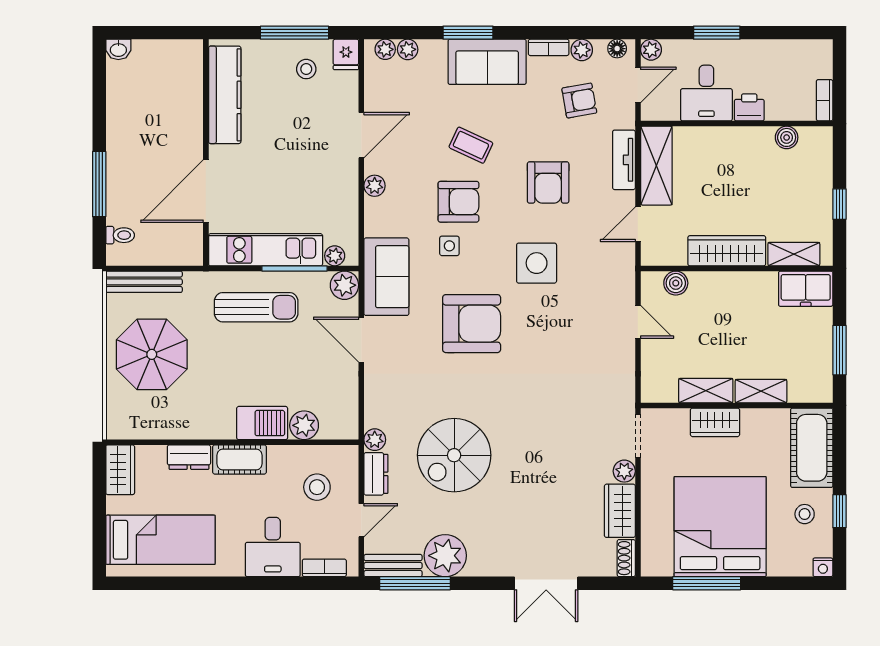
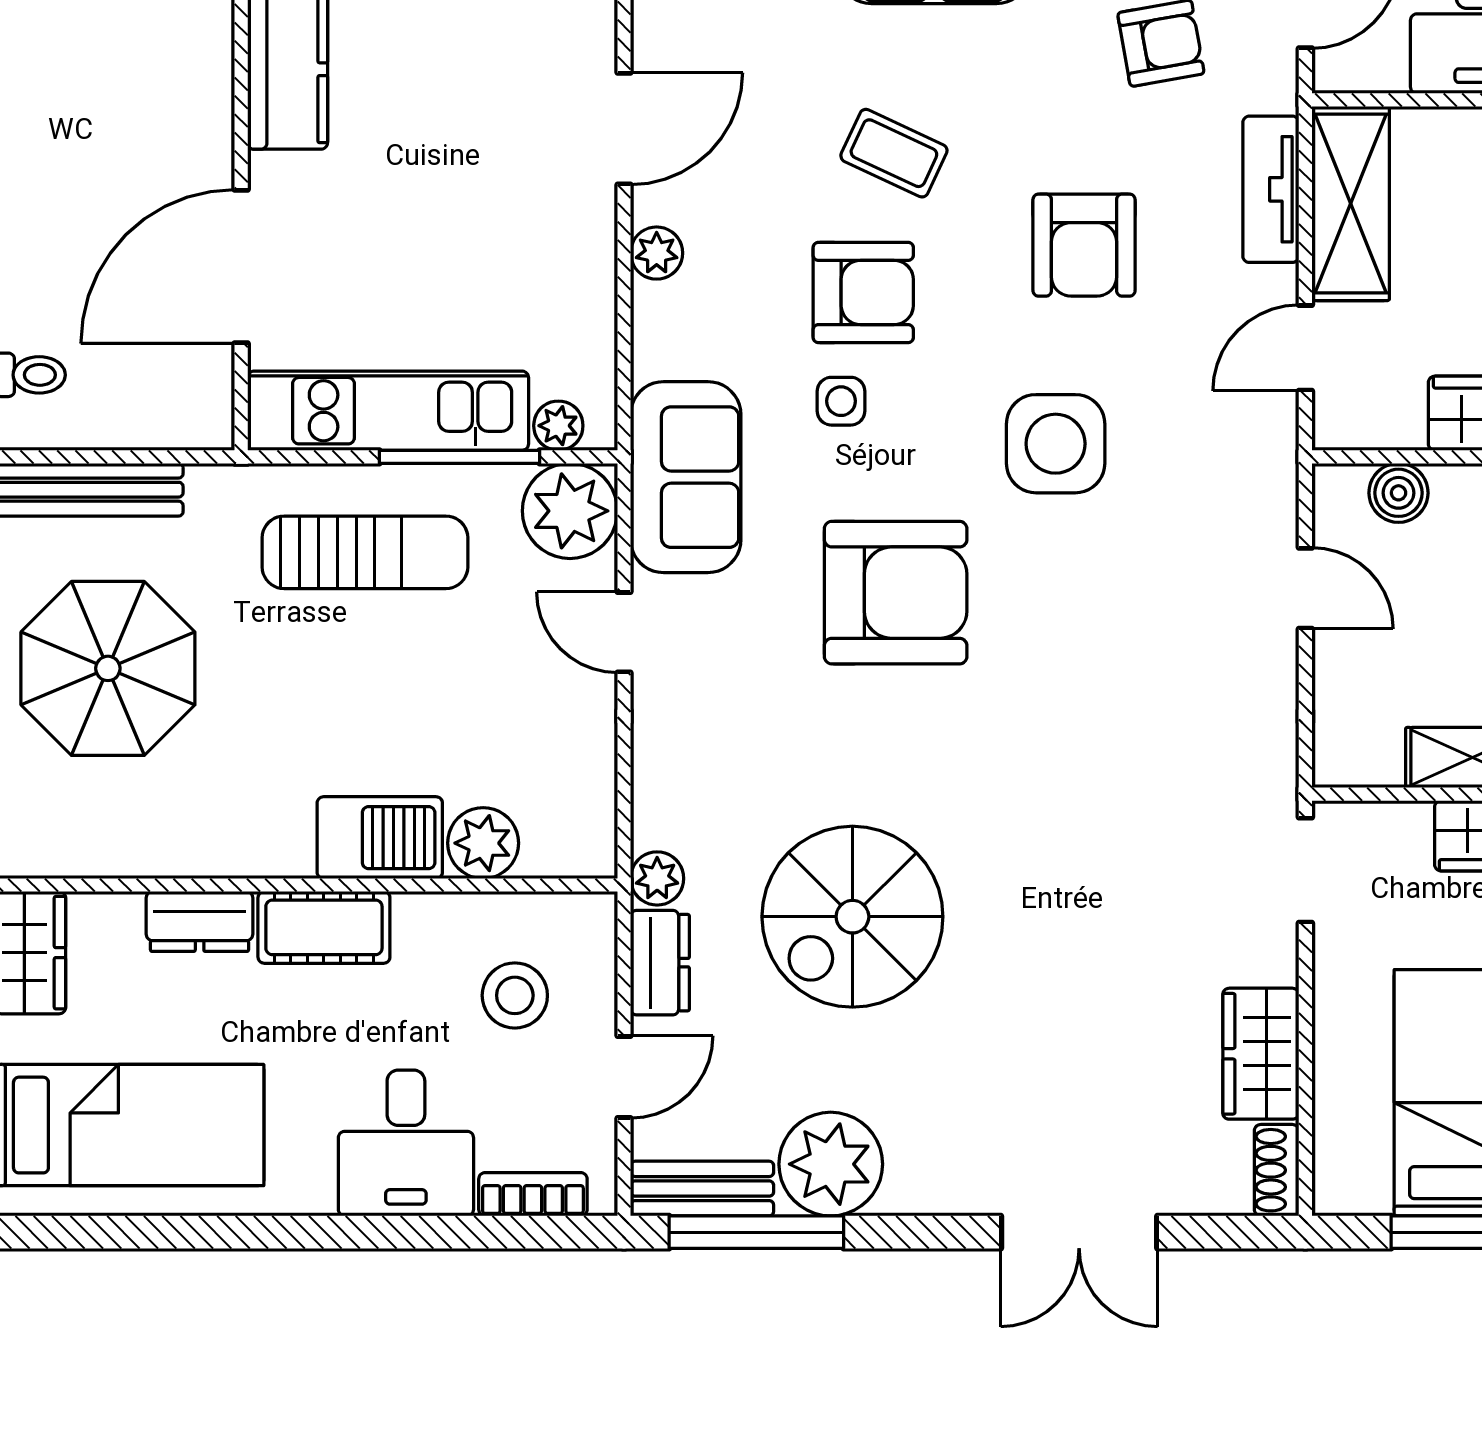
plant: (344, 285) -> (570, 511), width x1.36, depth x1.36
door: (361, 340) -> (624, 632), width x0.73
plant: (624, 471) -> (1272, 956), removed

